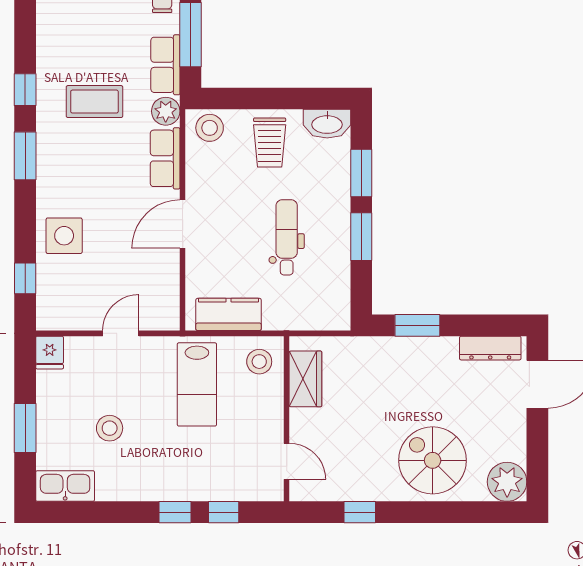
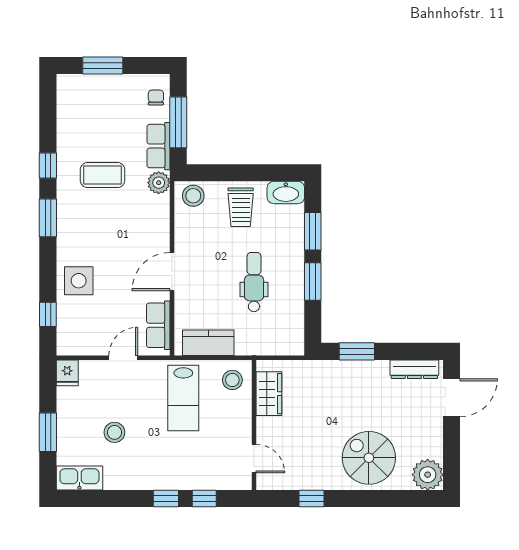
row of seats: (165, 158) -> (158, 325), moved

